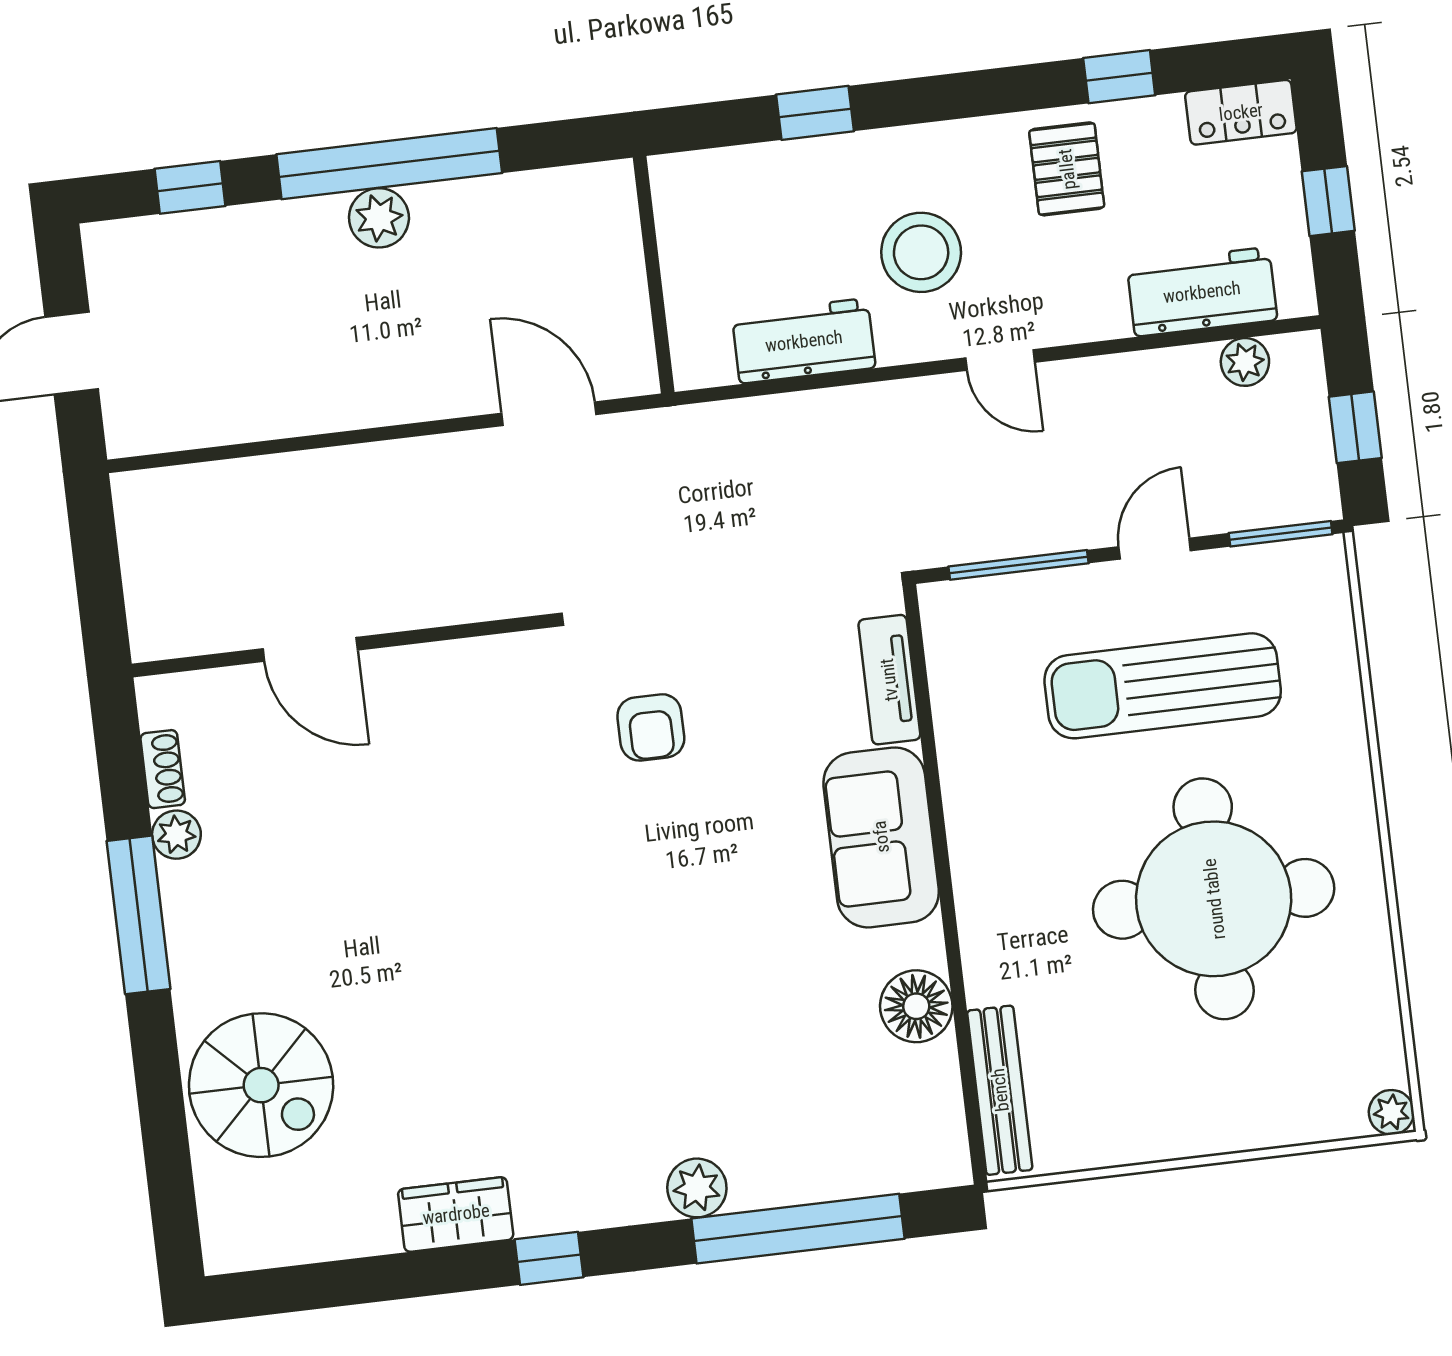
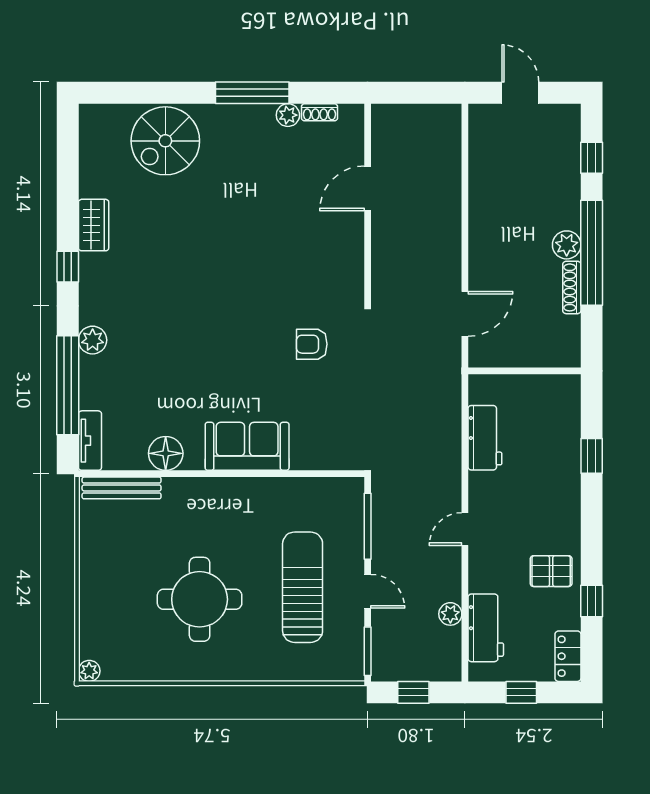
shoe rack: (467, 196) -> (572, 287), added
stool: (921, 252) -> (520, 498), removed
plant: (1245, 362) -> (450, 614), moved
tv unit: (889, 680) -> (90, 441), moved, turned 90
round table: (1214, 899) -> (200, 599), width x0.73, depth x0.73

